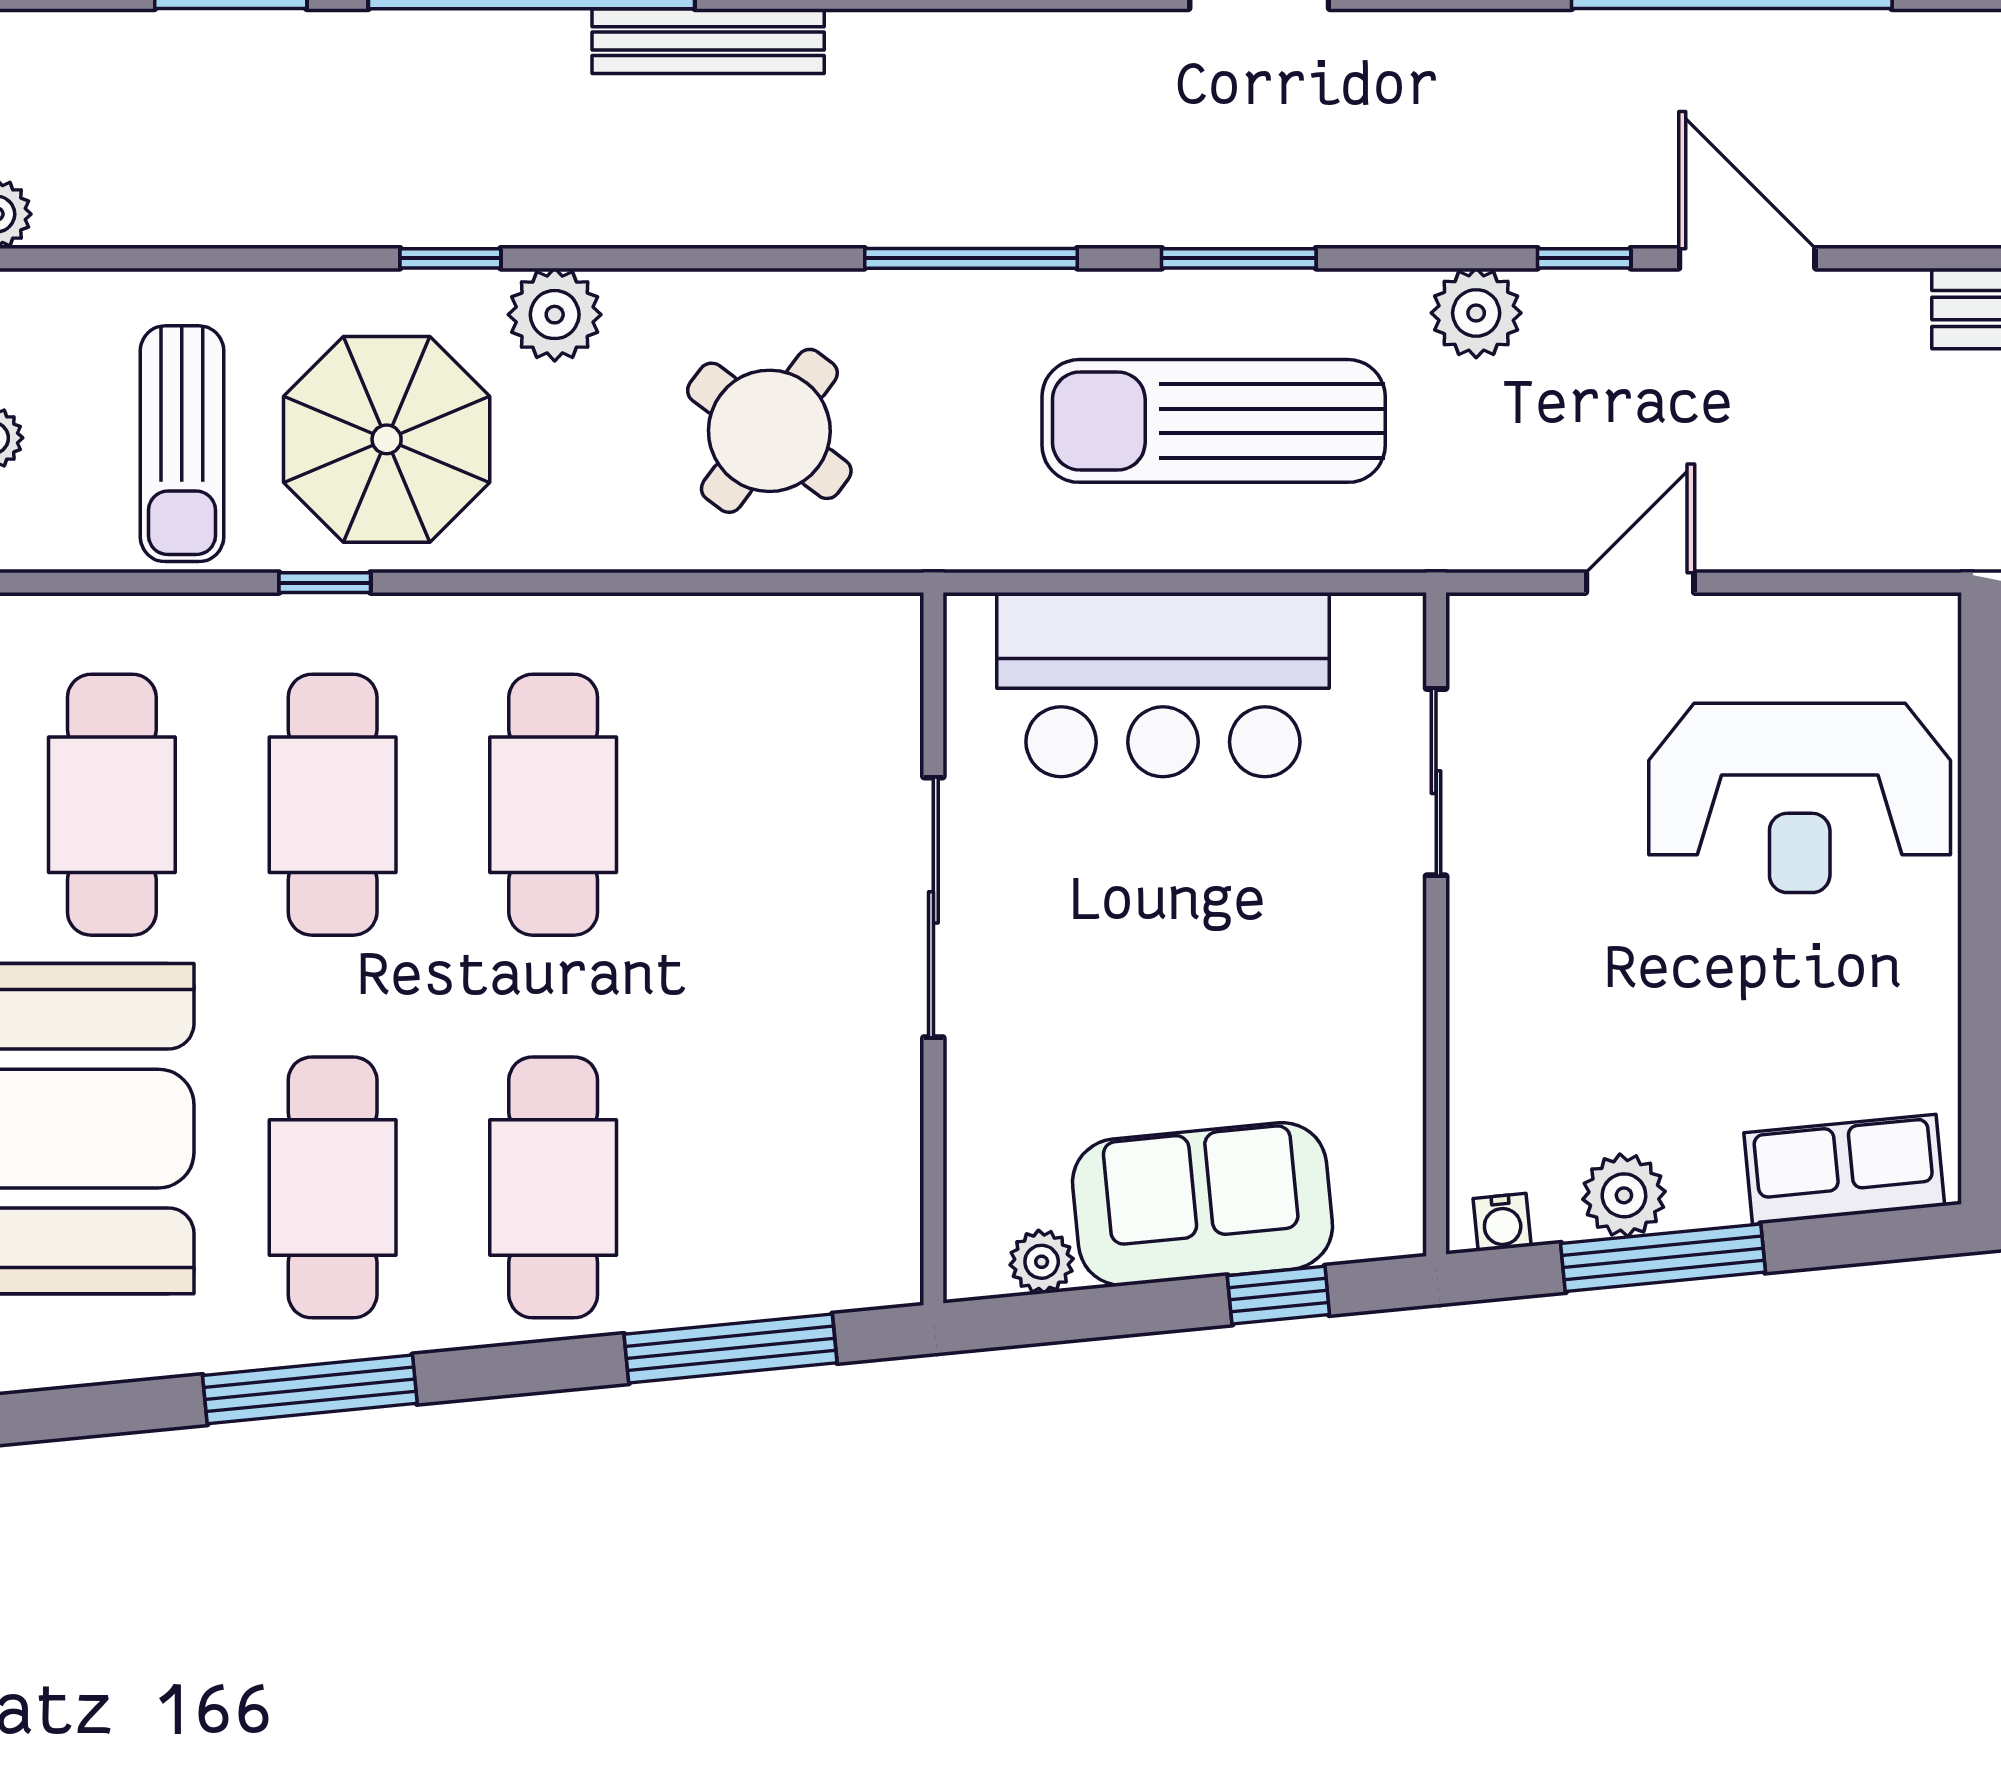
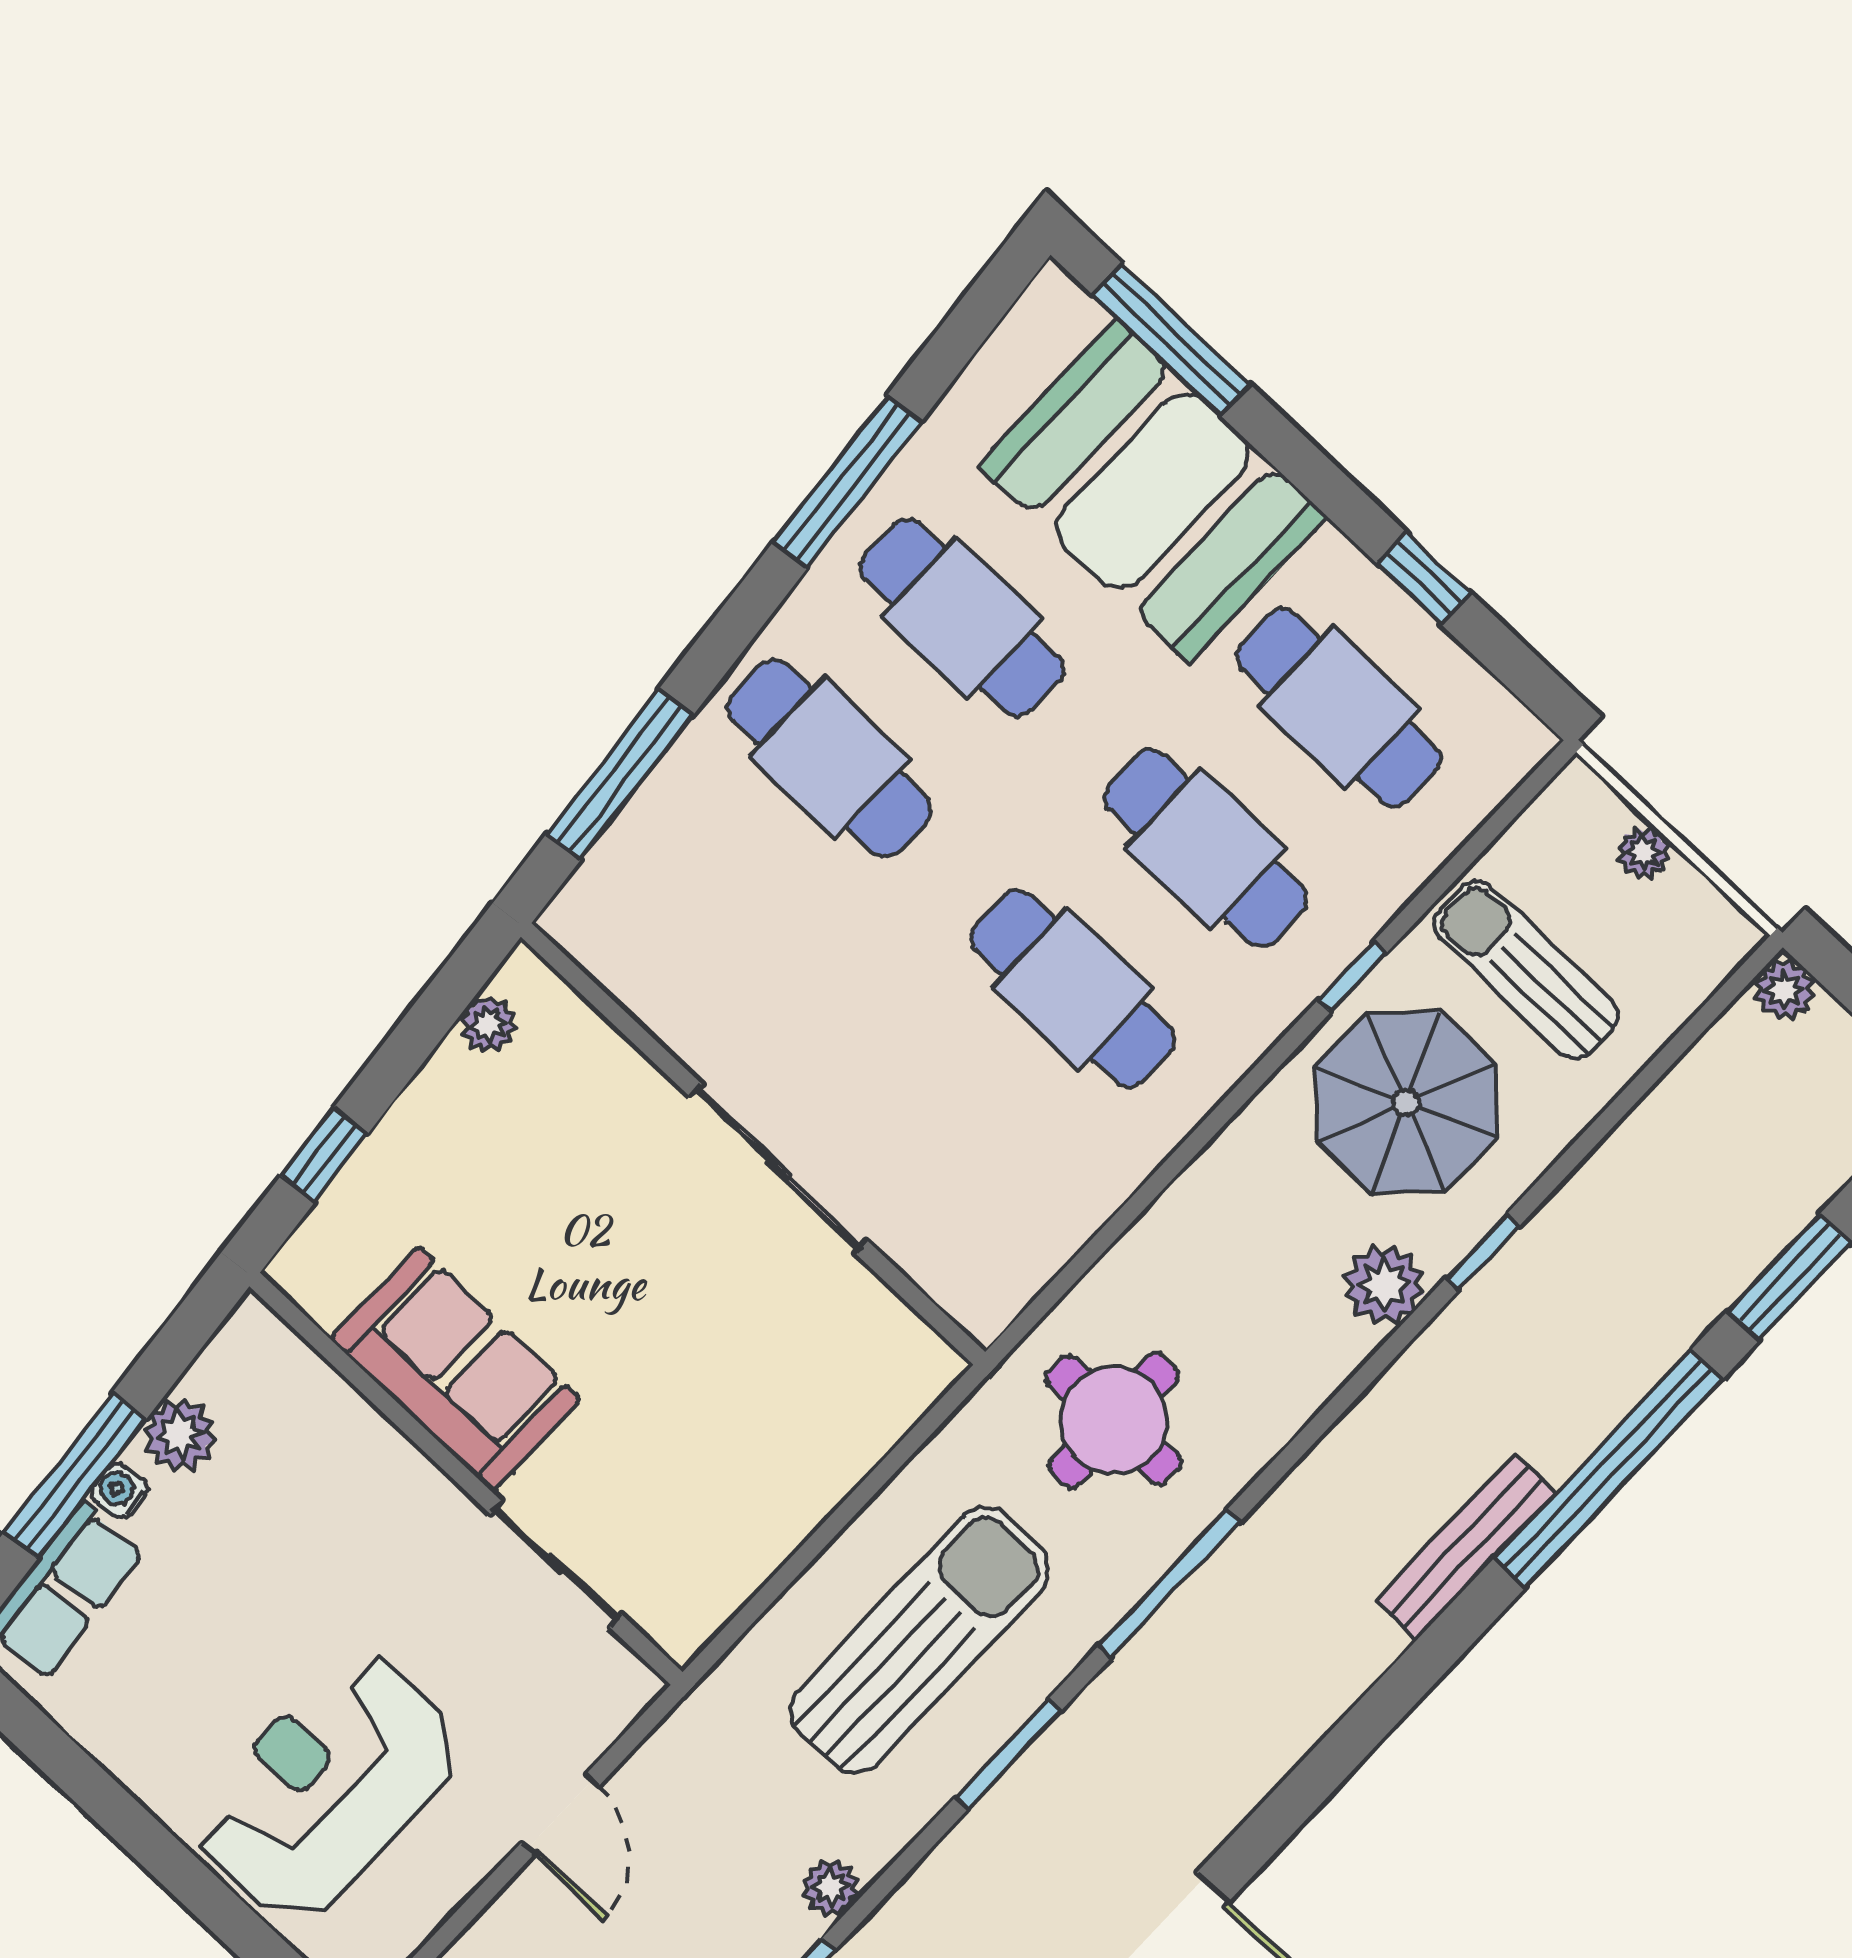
plant: (1476, 313) -> (831, 1887), width x0.73, depth x0.73
round table: (769, 431) -> (1114, 1420), moved, turned -37
bar counter: (1163, 685) -> (782, 1449), removed
sofa: (1202, 1204) -> (456, 1369), moved, turned -84
water cooler: (1502, 1222) -> (120, 1491), moved
window: (1663, 1258) -> (75, 1476), moved

